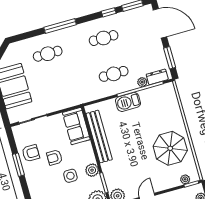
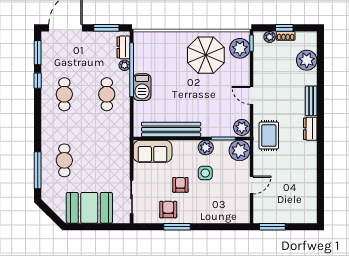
window: (60, 26) -> (38, 170), moved
armchair: (55, 158) -> (180, 185), turned 180
plant: (185, 179) -> (240, 48), width x1.88, depth x1.88

